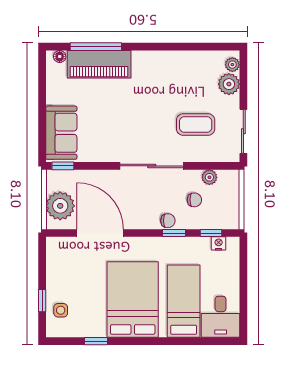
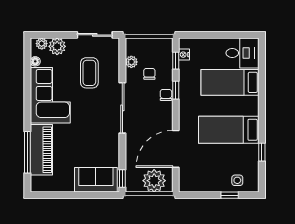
floor lamp: (60, 56) -> (35, 61), moved
corner sofa: (167, 75) -> (50, 95), added
bed: (133, 300) -> (229, 130), width x0.67

